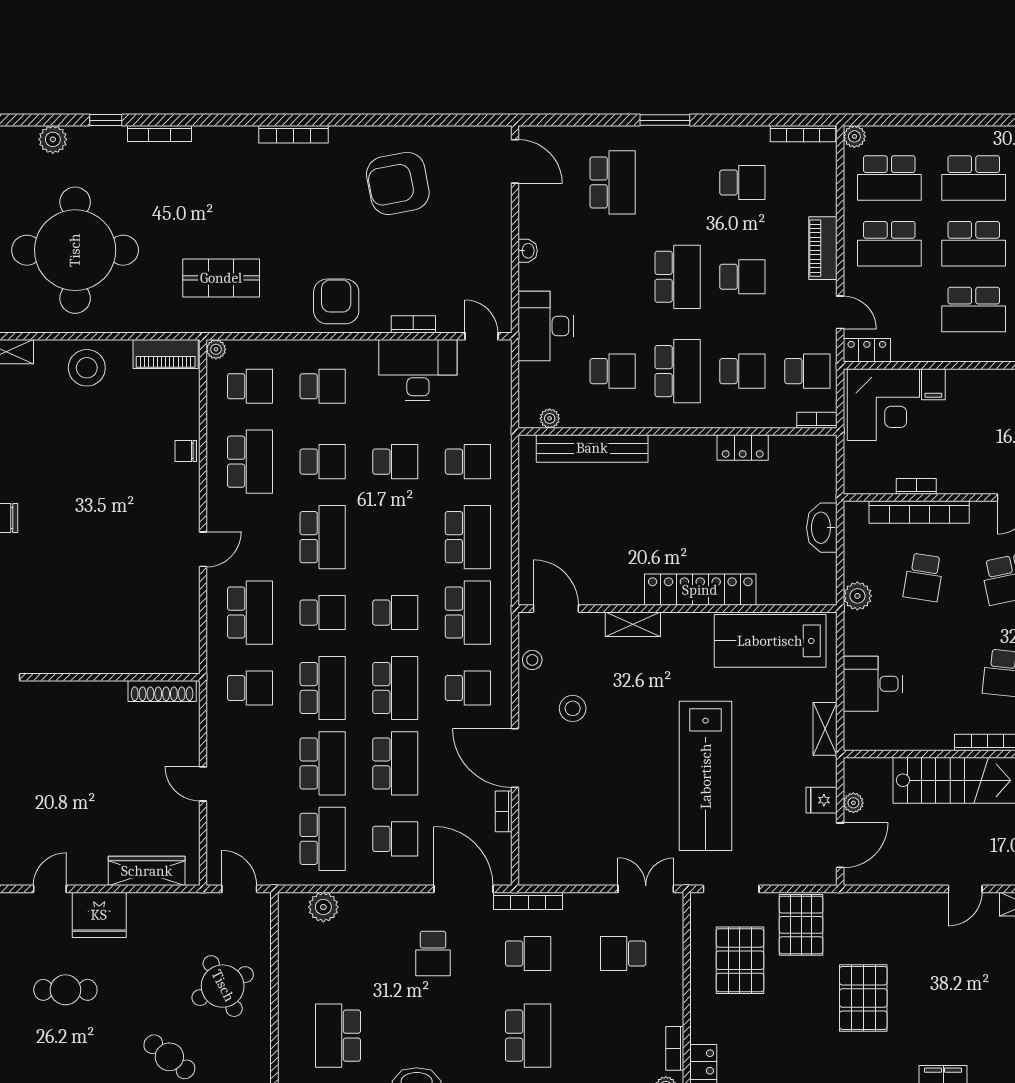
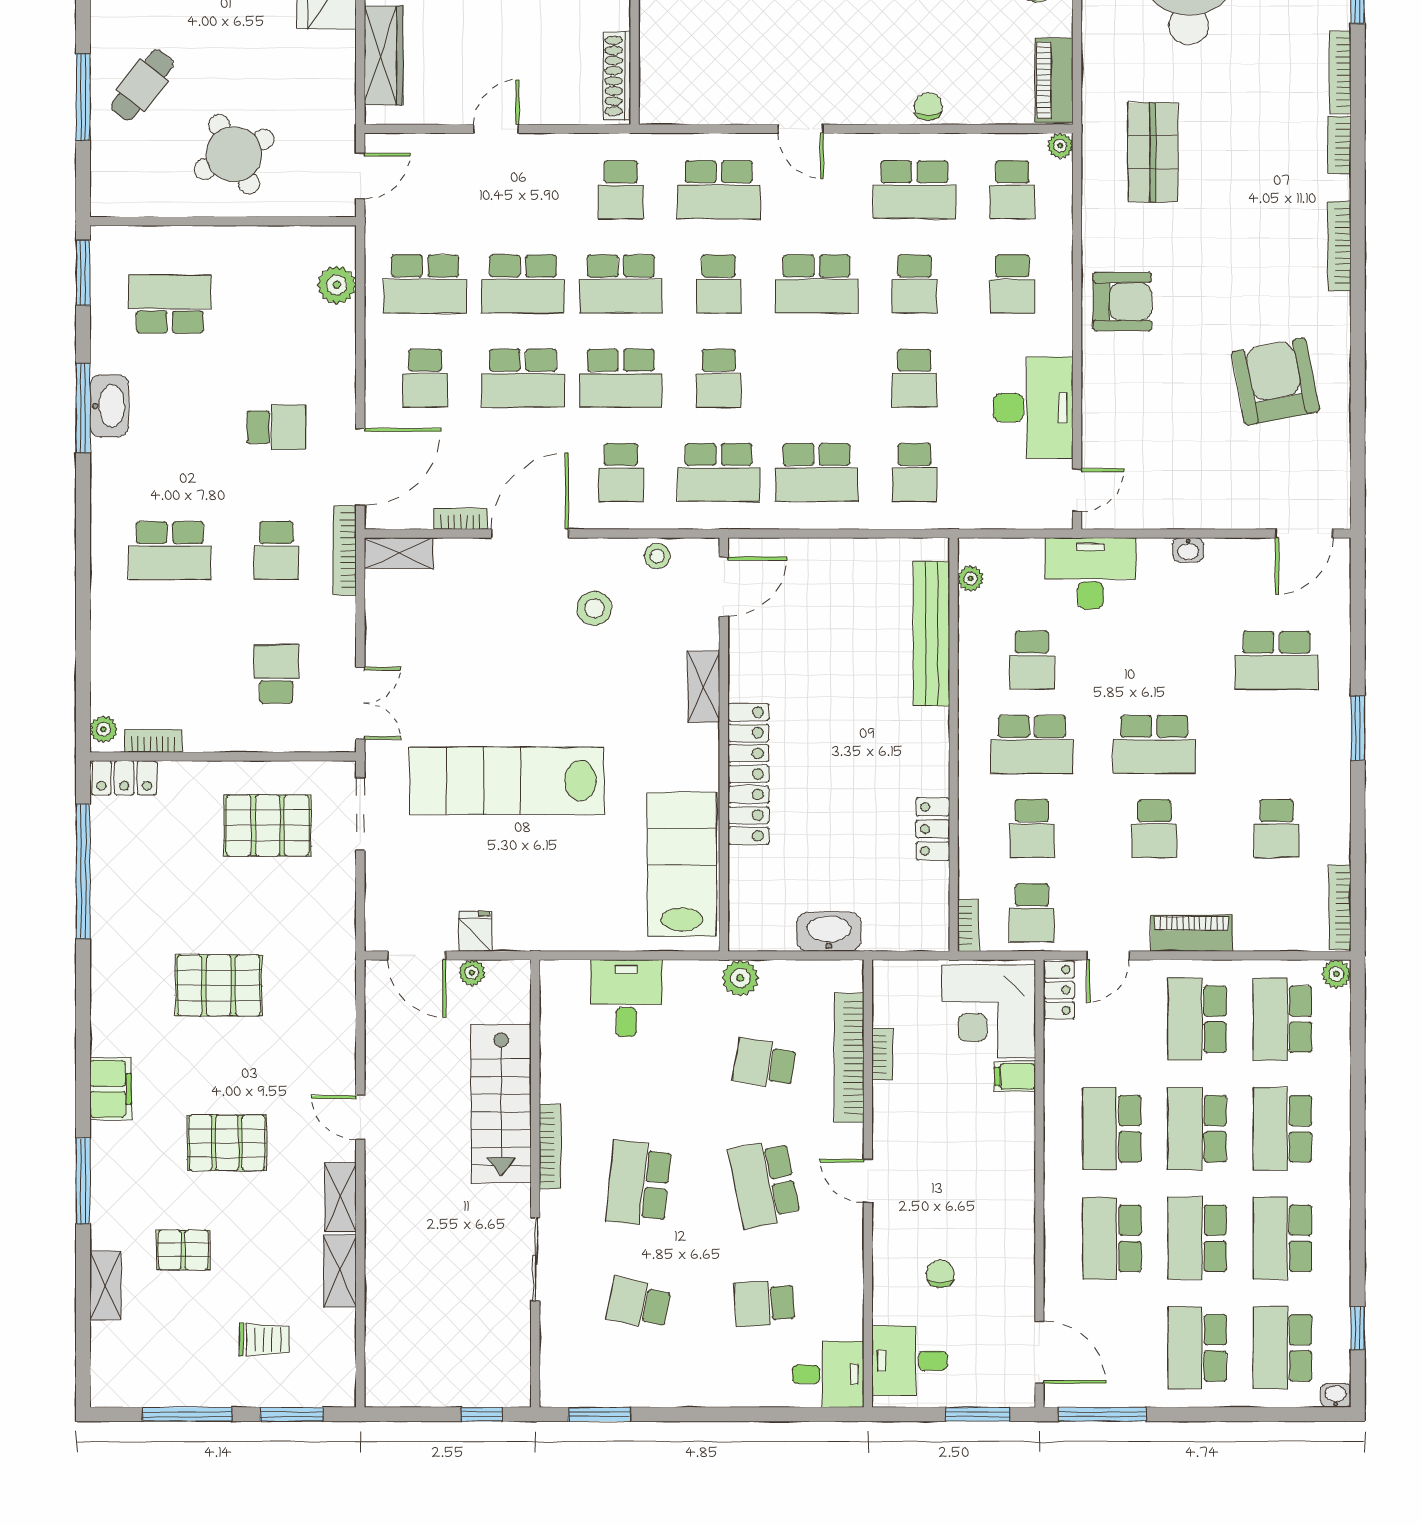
bookcase: (413, 324) -> (1339, 145), moved, turned 180
shelving: (825, 729) -> (399, 553), moved
pallet: (801, 925) -> (227, 1143), moved
school desk: (433, 954) -> (276, 427), turned 180

